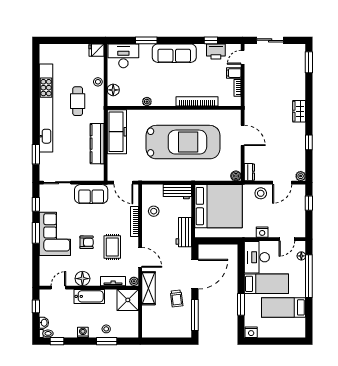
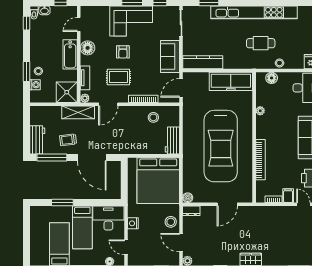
kitchen counter: (97, 144) -> (203, 62), moved
workbench: (184, 232) -> (37, 140), moved, turned 90
door: (58, 288) -> (79, 24), swing flipped
washing machine: (83, 332) -> (35, 85), moved
nightstand: (251, 332) -> (35, 213), removed

